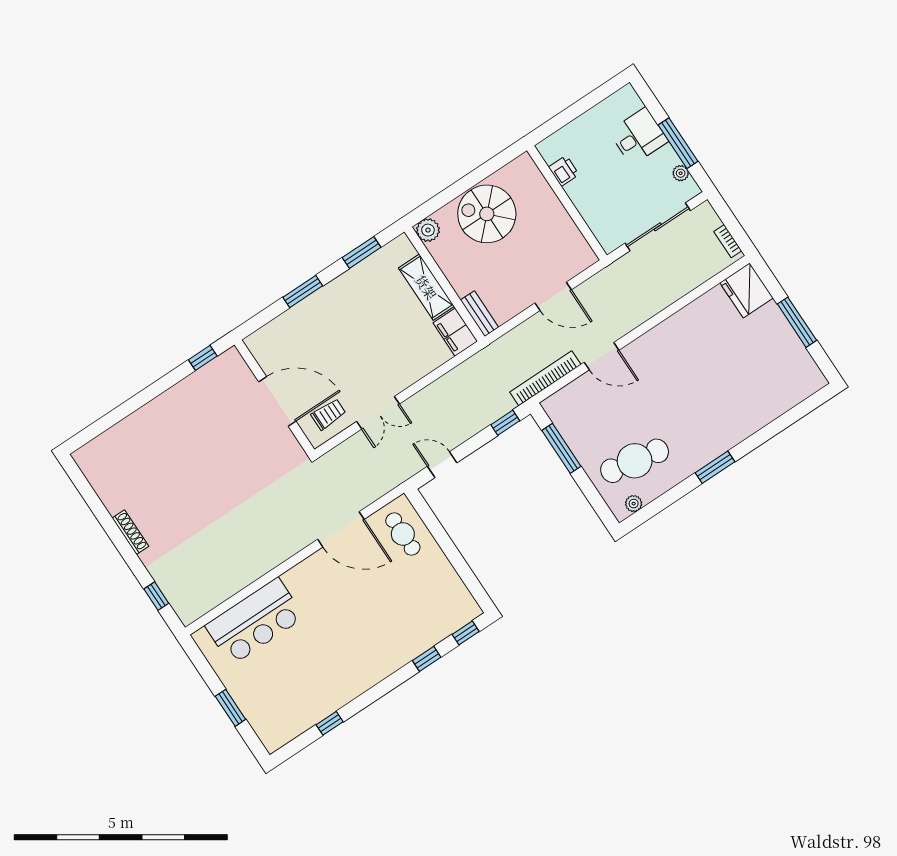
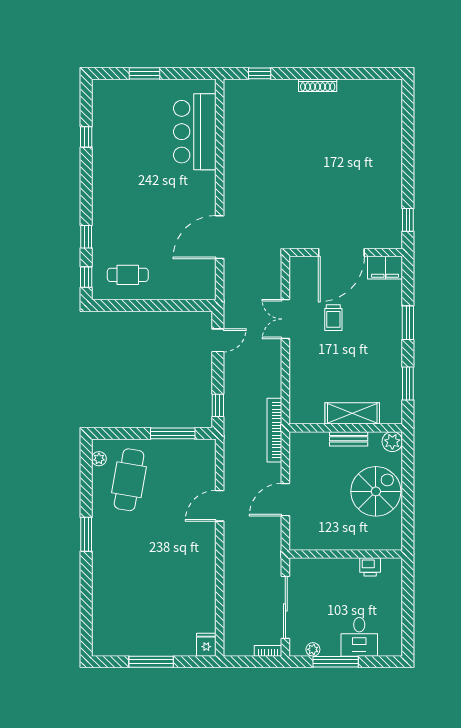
bookcase: (728, 241) -> (268, 651), moved
fridge: (747, 290) -> (206, 645), width x0.53, depth x0.75
bench: (479, 314) -> (349, 439), moved
filing cabinet: (455, 332) -> (385, 268), moved, turned 180
bookcase: (545, 378) -> (274, 430), moved, turned 180
trolley: (328, 414) -> (333, 318), moved
cafe table: (403, 534) -> (128, 275), moved

